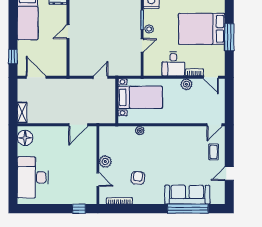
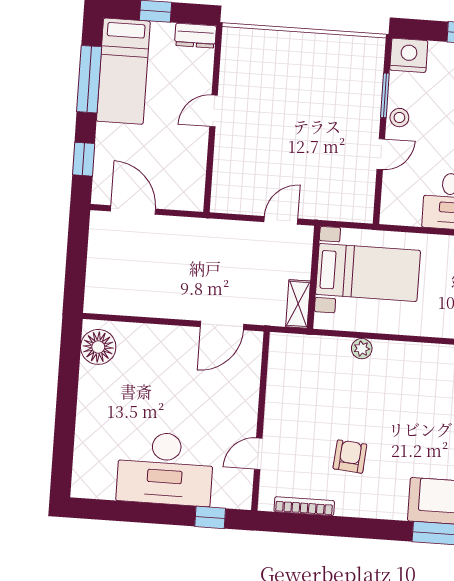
window: (13, 22) -> (89, 79), added
shelving: (22, 113) -> (298, 304), moved
plant: (105, 162) -> (278, 414), removed
desk: (33, 177) -> (165, 469), moved, turned -90
door: (98, 179) -> (258, 454), swing flipped

